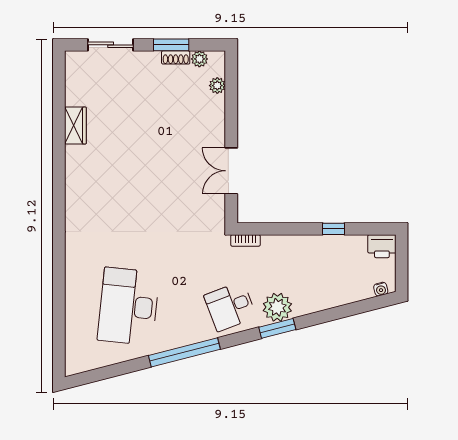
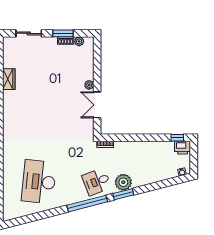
plant: (217, 86) -> (89, 85), moved
window: (333, 229) -> (177, 138), moved
window: (184, 352) -> (87, 204), moved

